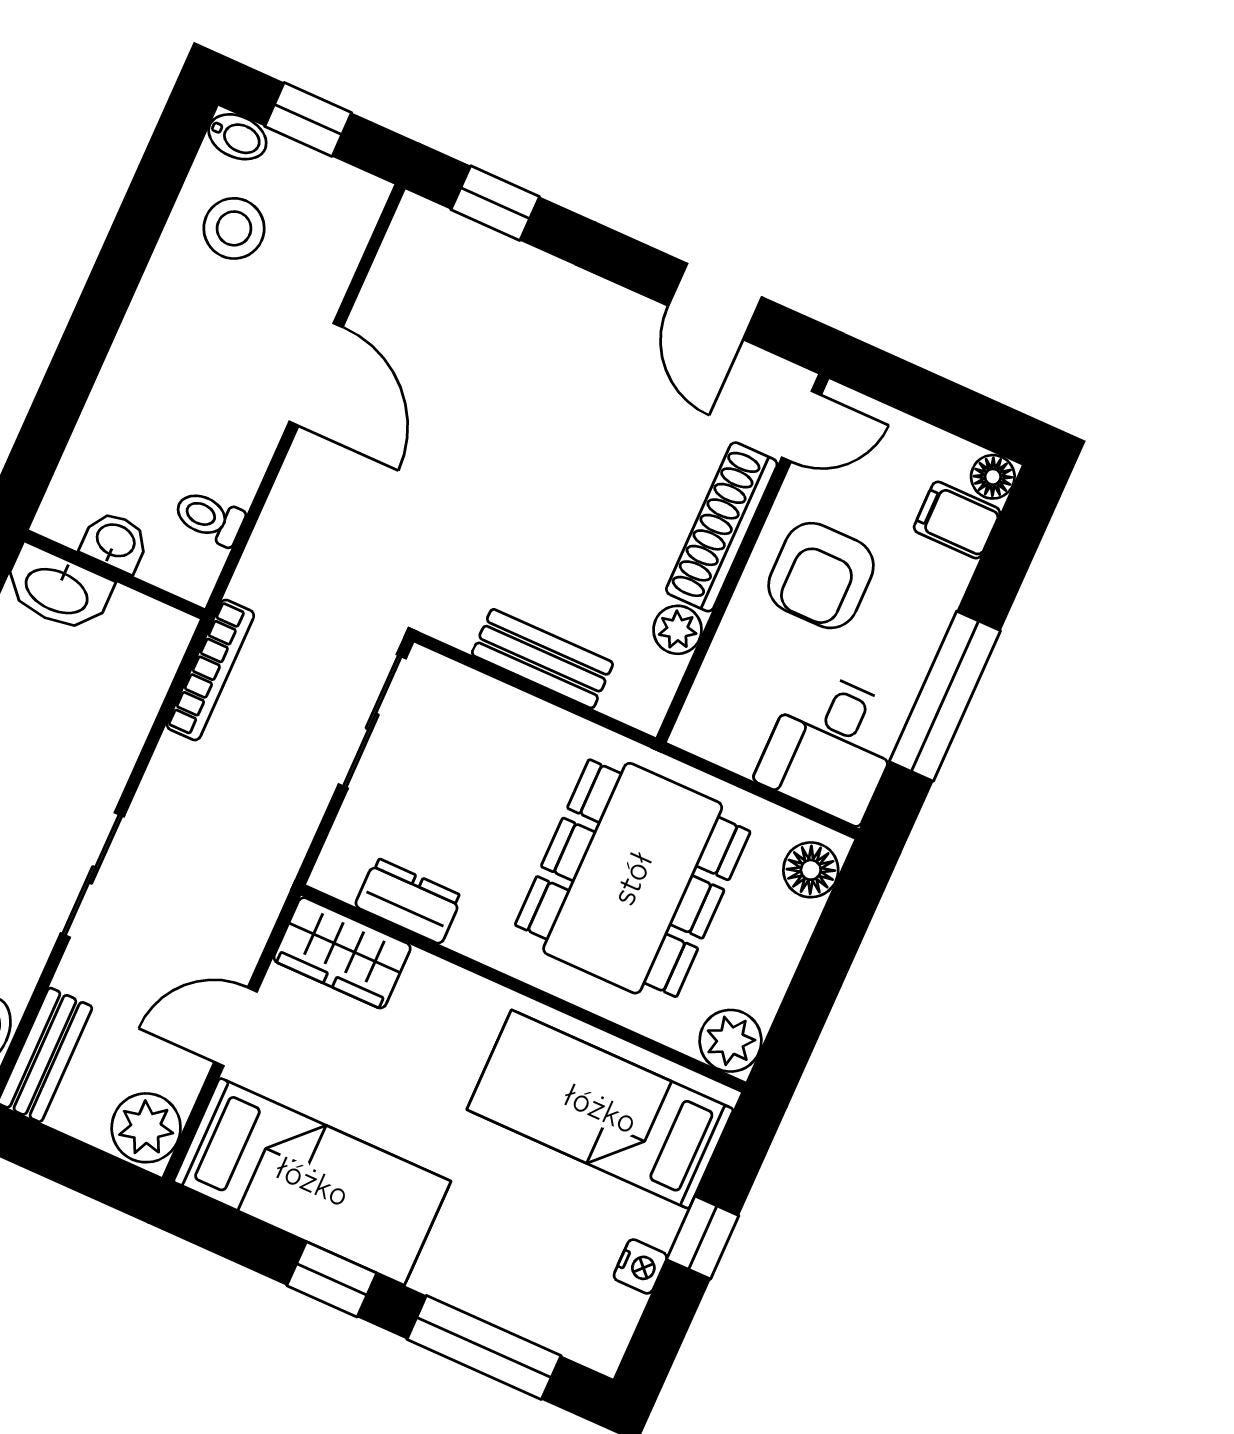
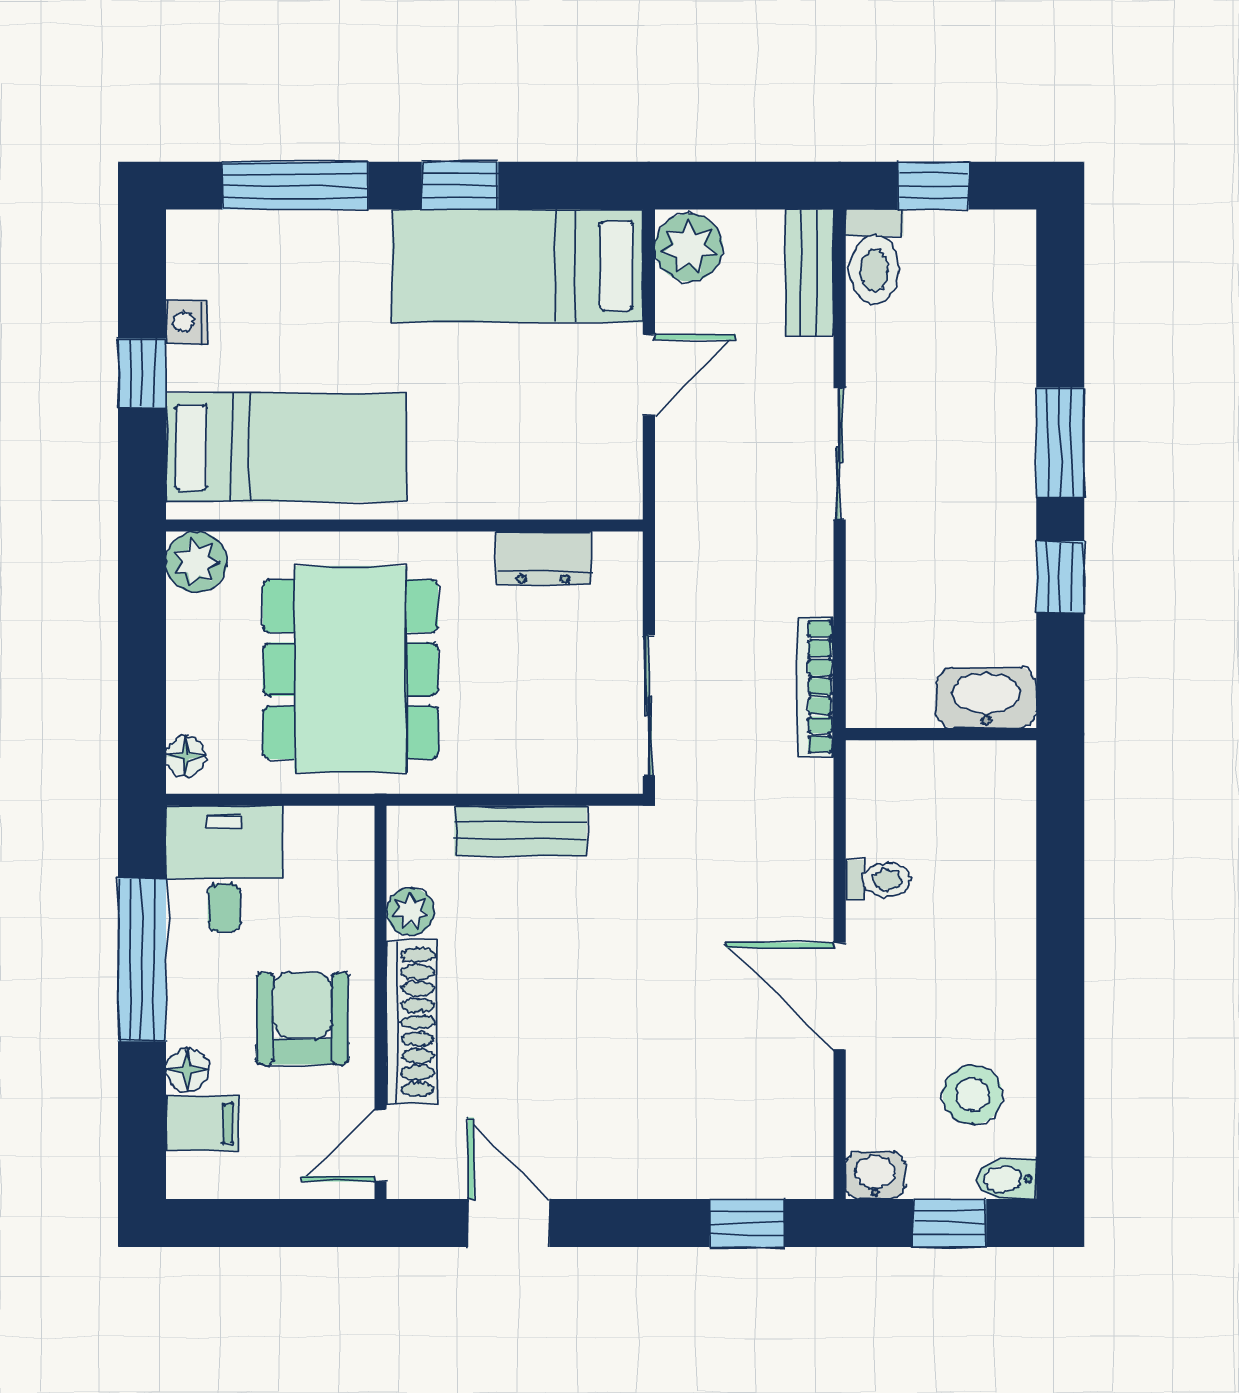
floor lamp: (993, 477) -> (187, 1070), moved
toilet: (209, 518) -> (878, 880), moved
washbasin: (115, 542) -> (875, 1175), moved, turned 180
floor lamp: (811, 870) -> (186, 756), width x0.73, depth x0.73
wardrobe: (342, 953) -> (582, 485), removed

